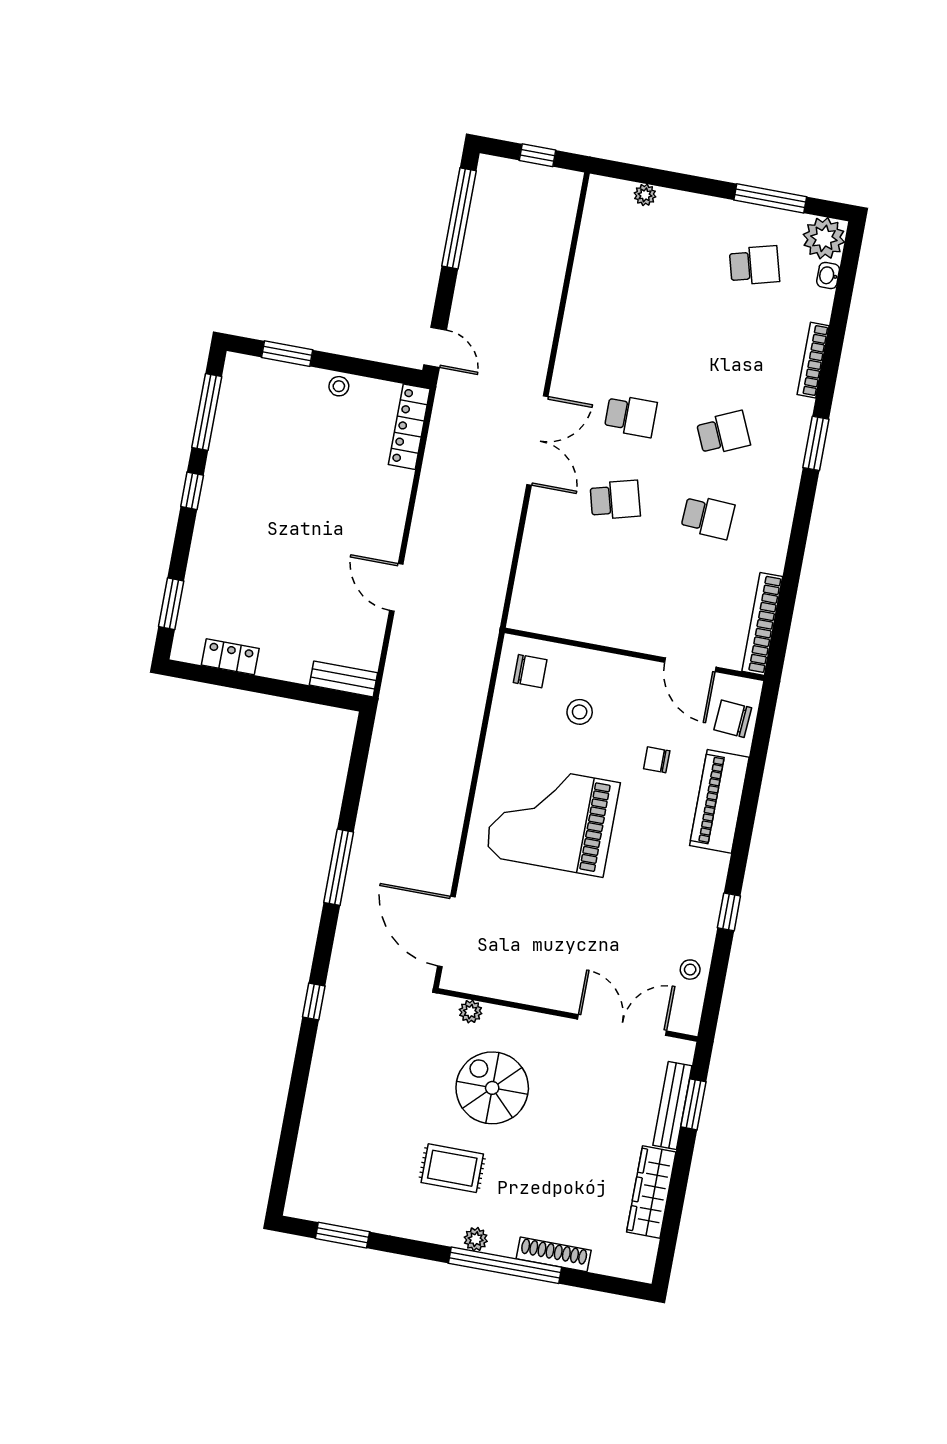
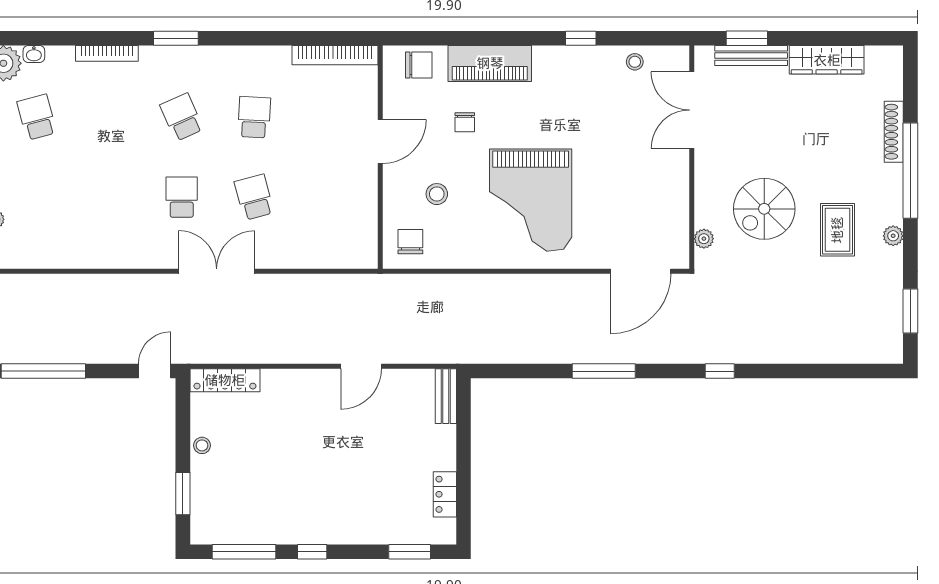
door: (690, 665) -> (380, 142), moved
chair: (733, 719) -> (419, 65), turned -94
plant: (476, 1239) -> (893, 236), moved

